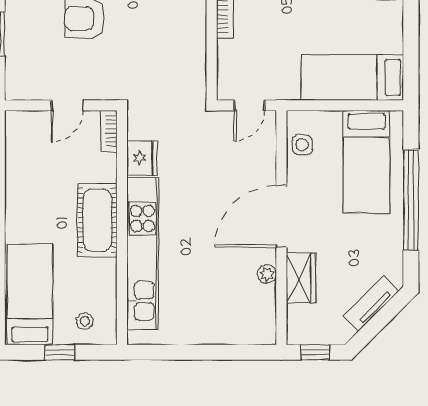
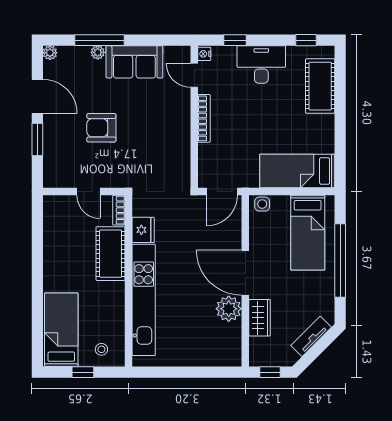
door: (67, 105) -> (88, 191), hinge flipped
door: (249, 105) -> (222, 191), width x1.38
side table: (302, 145) -> (262, 204), moved
door: (281, 216) -> (245, 273), hinge flipped
cot: (97, 220) -> (111, 254), moved
plant: (267, 274) -> (229, 309), width x1.88, depth x1.88

